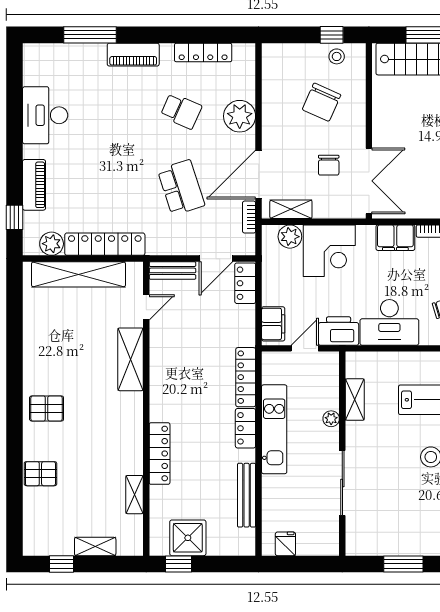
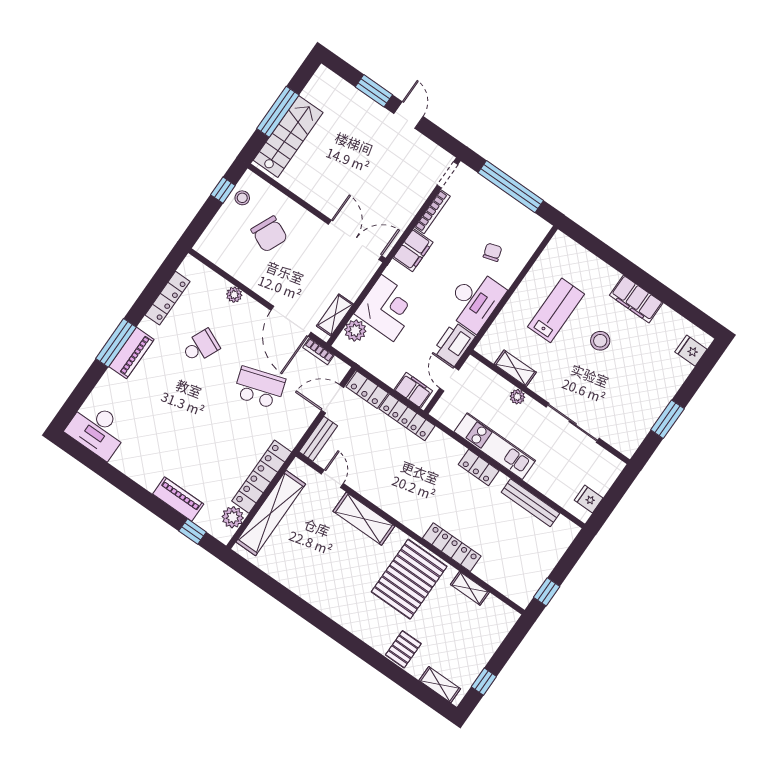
window: (90, 35) -> (116, 343), moved
desk: (45, 115) -> (97, 430), moved
plant: (240, 116) -> (234, 295), width x0.53, depth x0.53
chair: (329, 165) -> (321, 262), removed
door: (216, 259) -> (332, 399), swing flipped
locker: (246, 377) -> (407, 417), moved
pallet: (47, 408) -> (409, 579), moved, width x2.05, depth x2.00
shower: (188, 538) -> (532, 571), removed
shelving: (95, 546) -> (440, 685), moved, turned 90

